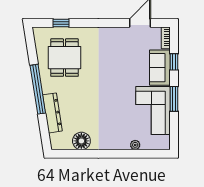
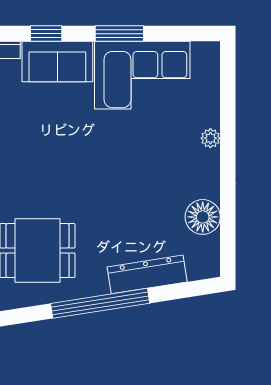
plant: (135, 145) -> (210, 138), moved

